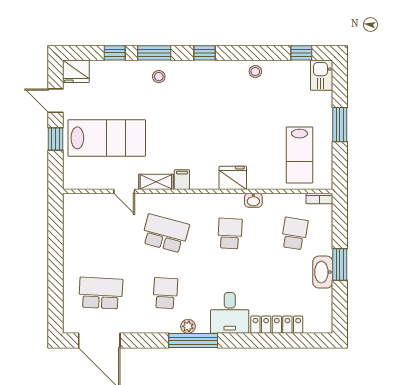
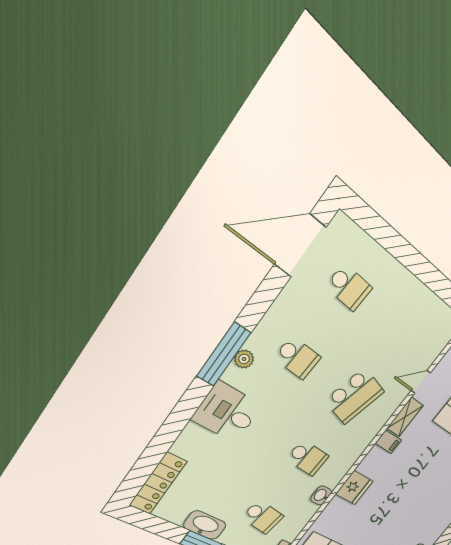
school desk: (101, 293) -> (349, 287), width x0.54
locker: (277, 325) -> (158, 483), moved

